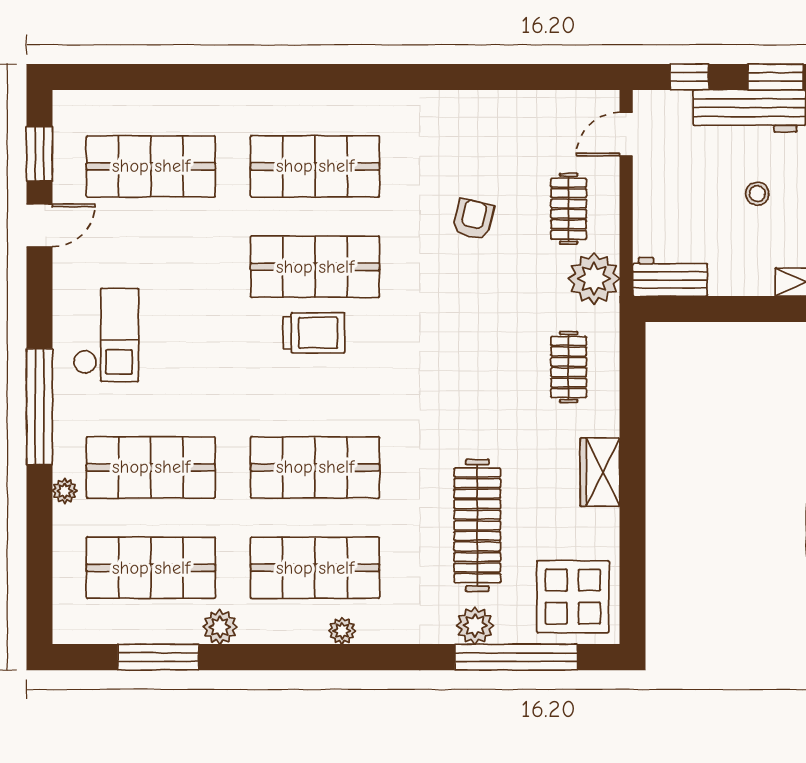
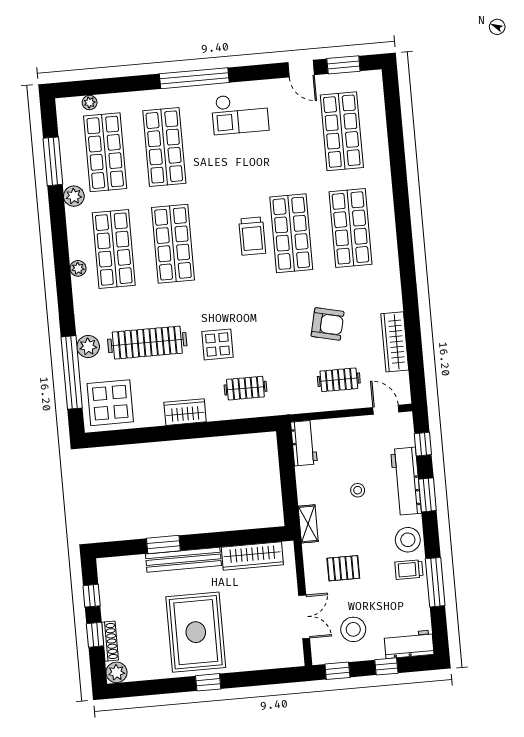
wardrobe: (513, 109) -> (395, 342), added
armchair: (473, 219) -> (328, 324), width x1.38, depth x1.38
plant: (594, 279) -> (299, 398), removed
display table: (491, 408) -> (217, 344), added
plant: (65, 491) -> (90, 103), moved

